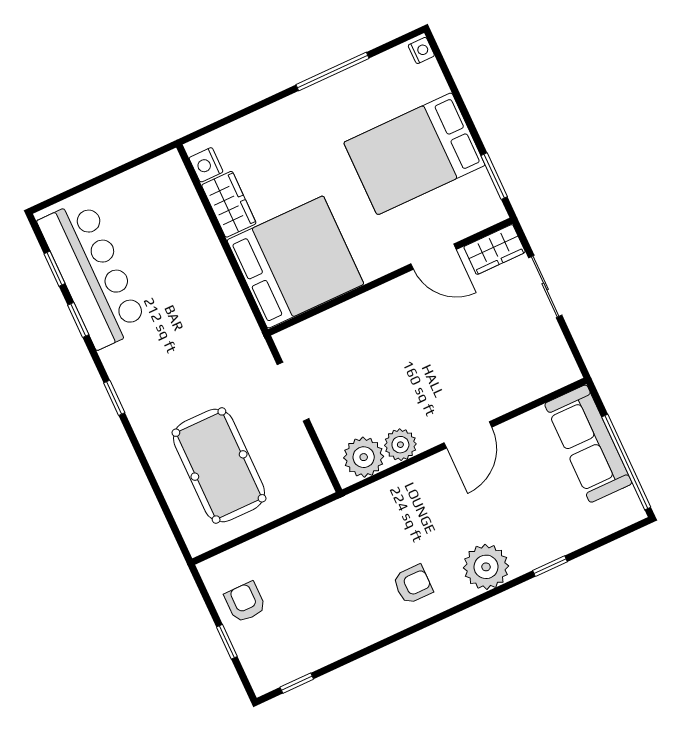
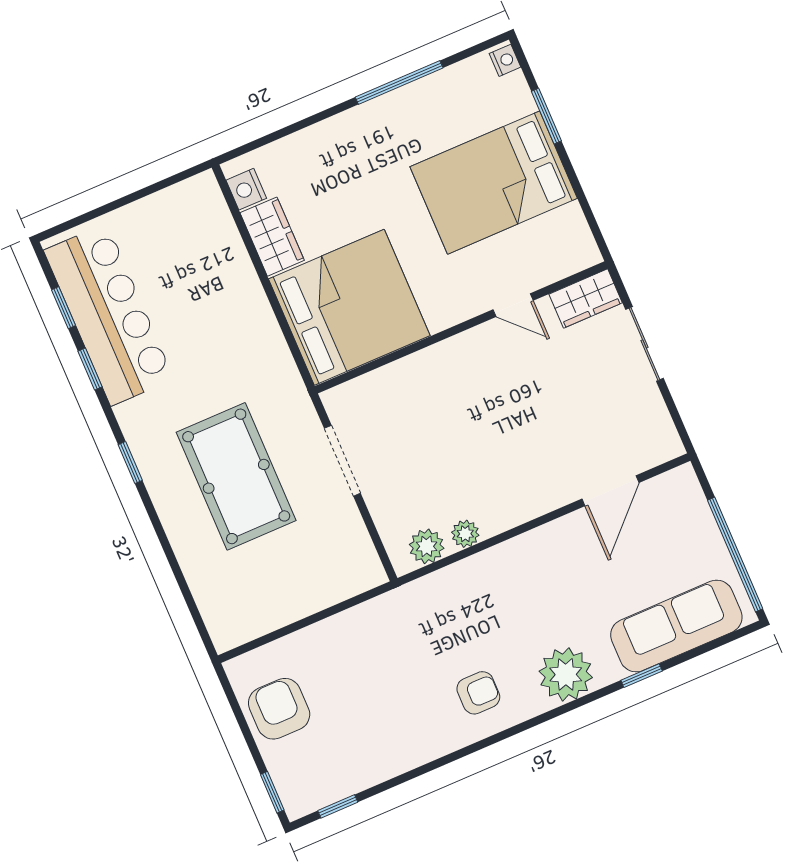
window: (494, 176) -> (546, 116), moved
door: (434, 257) -> (513, 305), width x0.73
door: (468, 435) -> (610, 491), moved
sofa: (588, 444) -> (676, 626), moved, turned 90
plant: (400, 445) -> (465, 534), width x0.73, depth x0.73
plant: (364, 457) -> (427, 546), width x0.73, depth x0.73
pool table: (219, 465) -> (236, 476), moved
armchair: (245, 602) -> (279, 709), width x1.38, depth x1.38
window: (227, 642) -> (272, 792), moved

